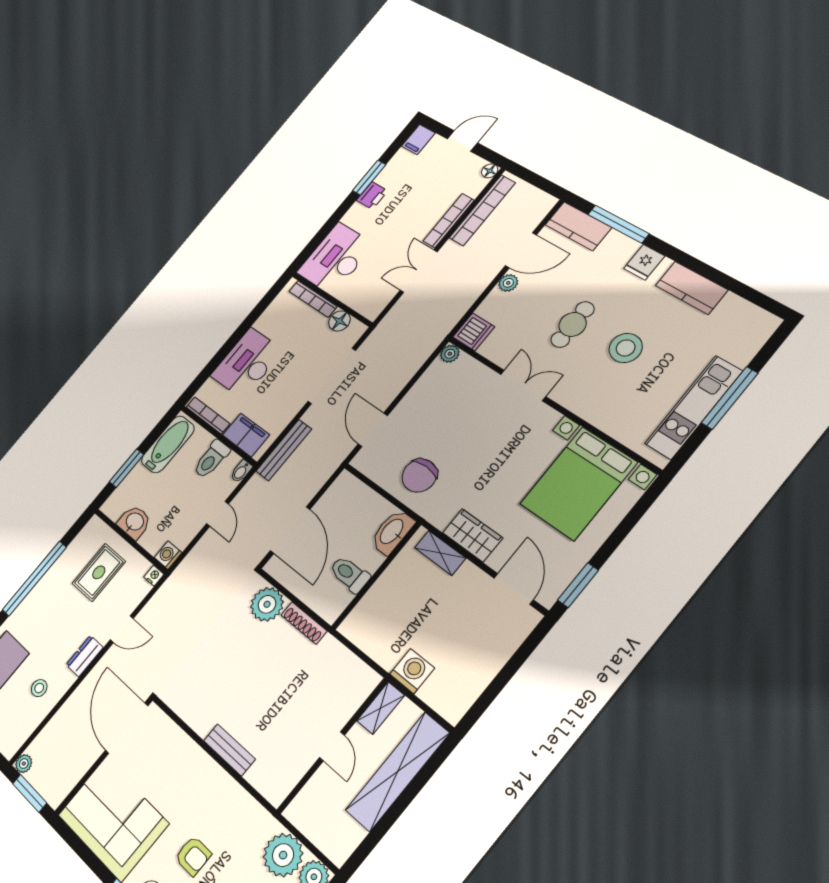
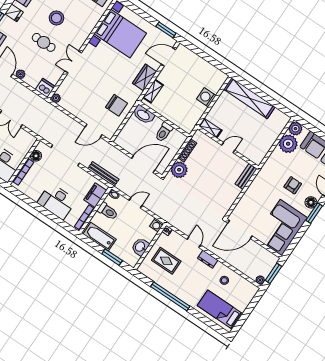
shelving: (381, 708) -> (210, 128), moved
door: (332, 746) -> (228, 148), moved
wall: (333, 746) -> (228, 147), moved

